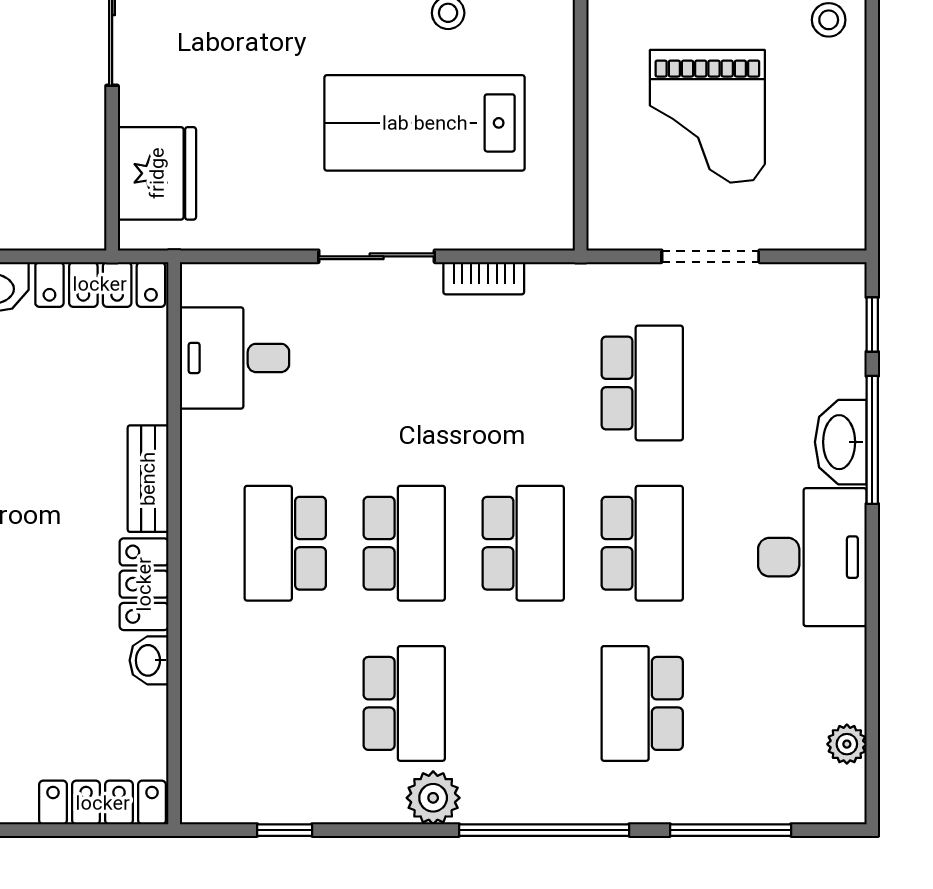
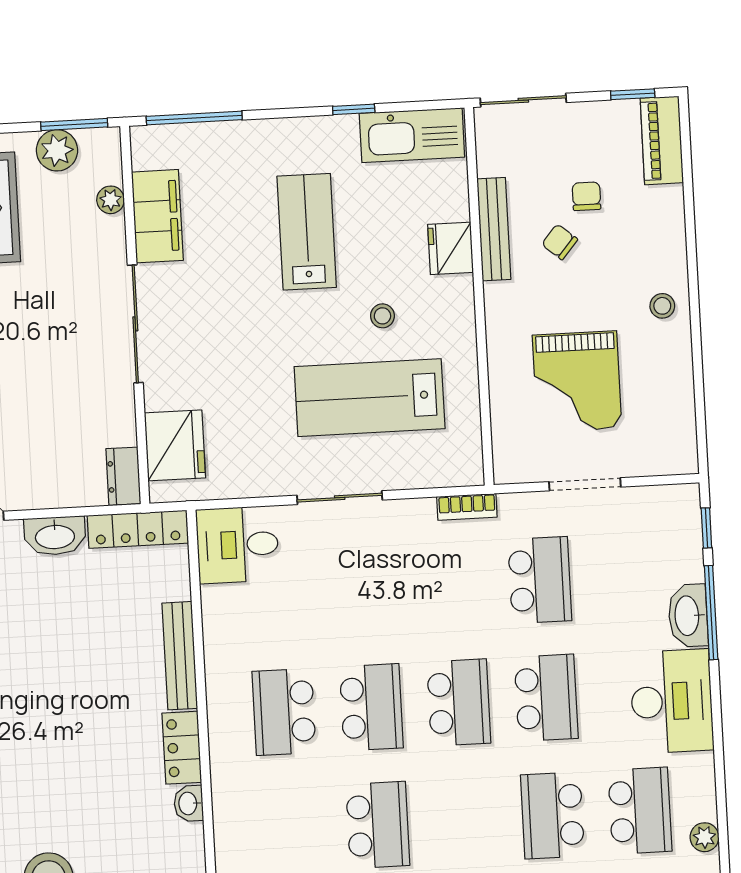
dresser: (85, 211) -> (123, 476), added
bookcase: (484, 278) -> (467, 507), moved
desk: (235, 358) -> (238, 545), moved
bench: (148, 479) -> (180, 656), width x1.36
school desk: (761, 703) -> (640, 811), added

